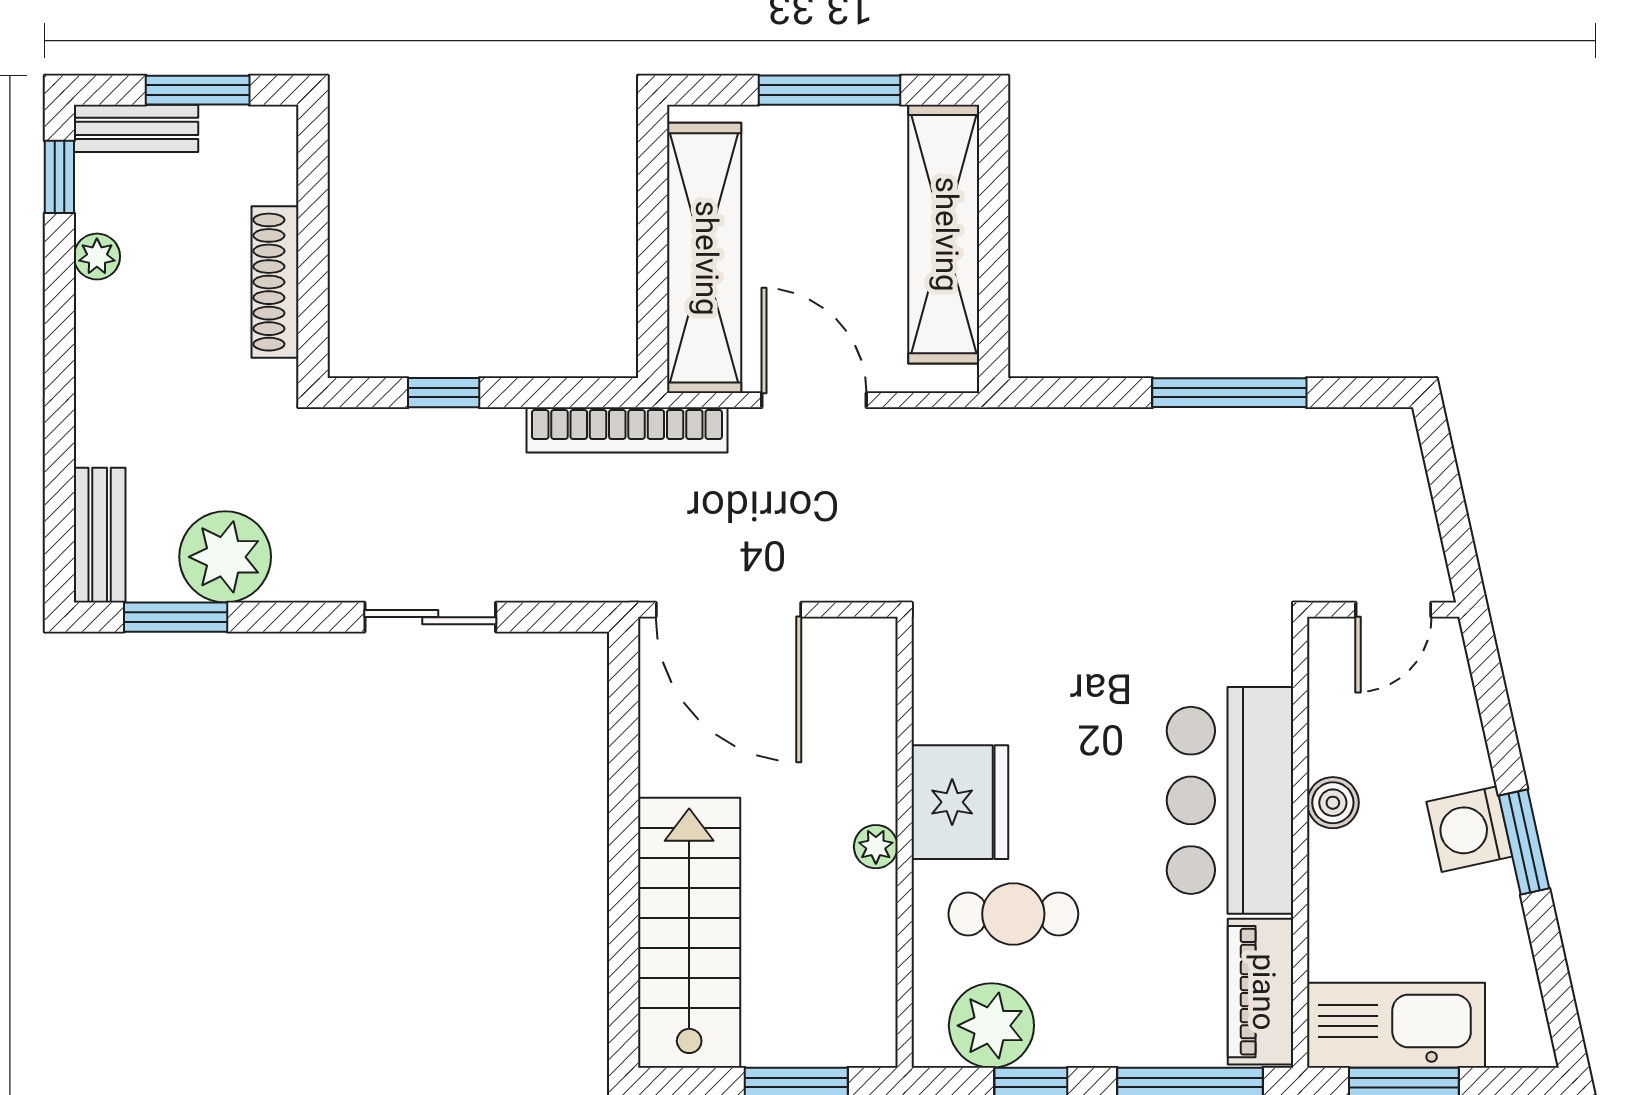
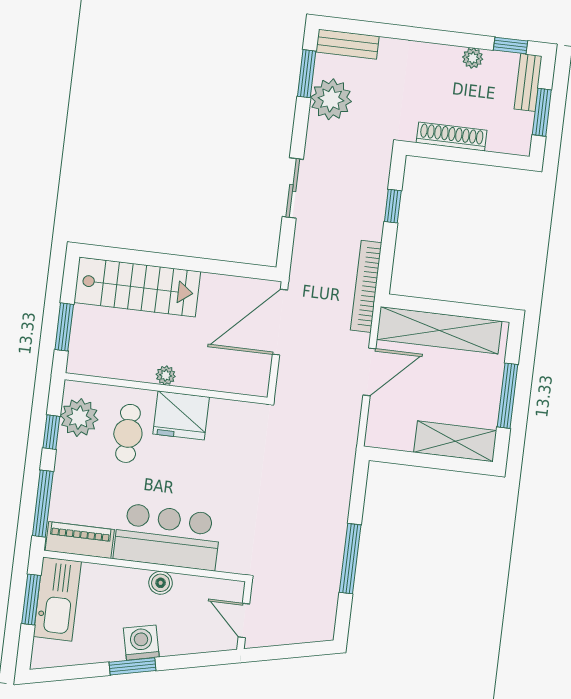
shelving: (944, 234) -> (455, 441), width x0.68

